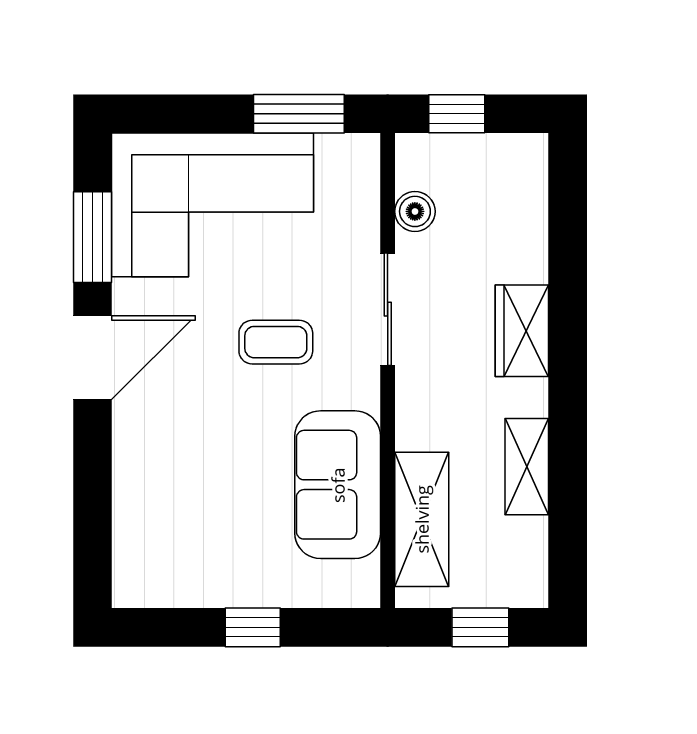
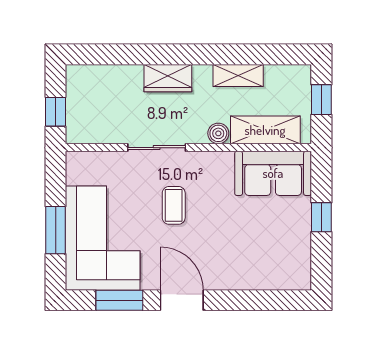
window: (299, 114) -> (56, 230), moved
boiler: (415, 211) -> (218, 133), moved
sofa: (338, 485) -> (273, 173), moved

